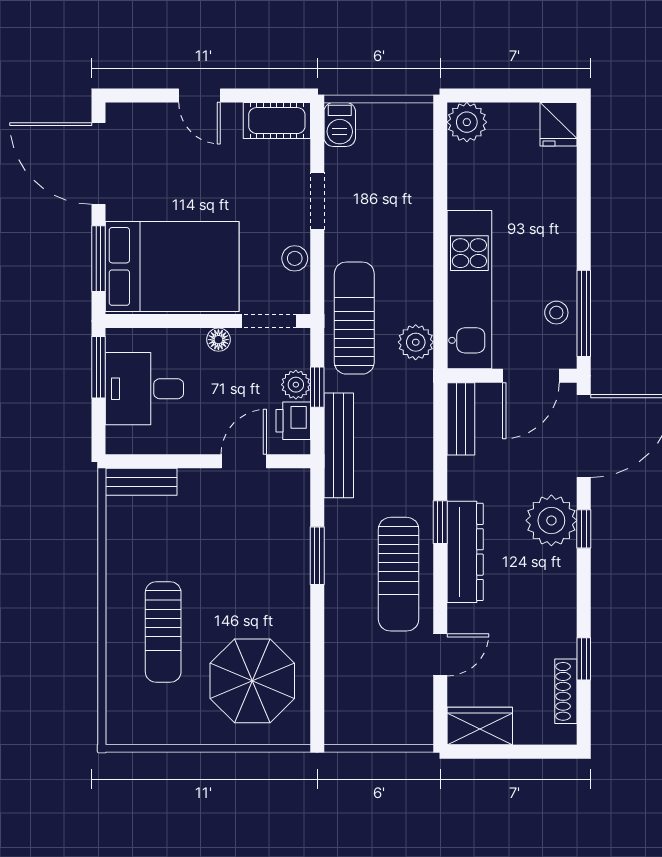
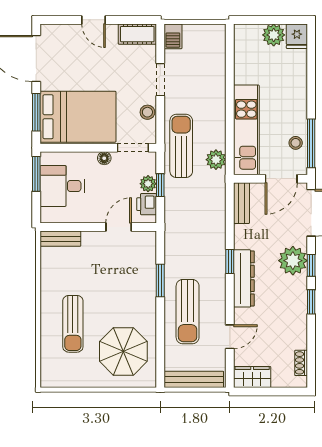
plant: (467, 122) -> (274, 35), moved
bench: (339, 445) -> (194, 379), moved, turned 90
sun lounger: (399, 574) -> (188, 312), moved
window: (584, 659) -> (311, 302), moved
shoe rack: (566, 691) -> (301, 363), width x0.70

